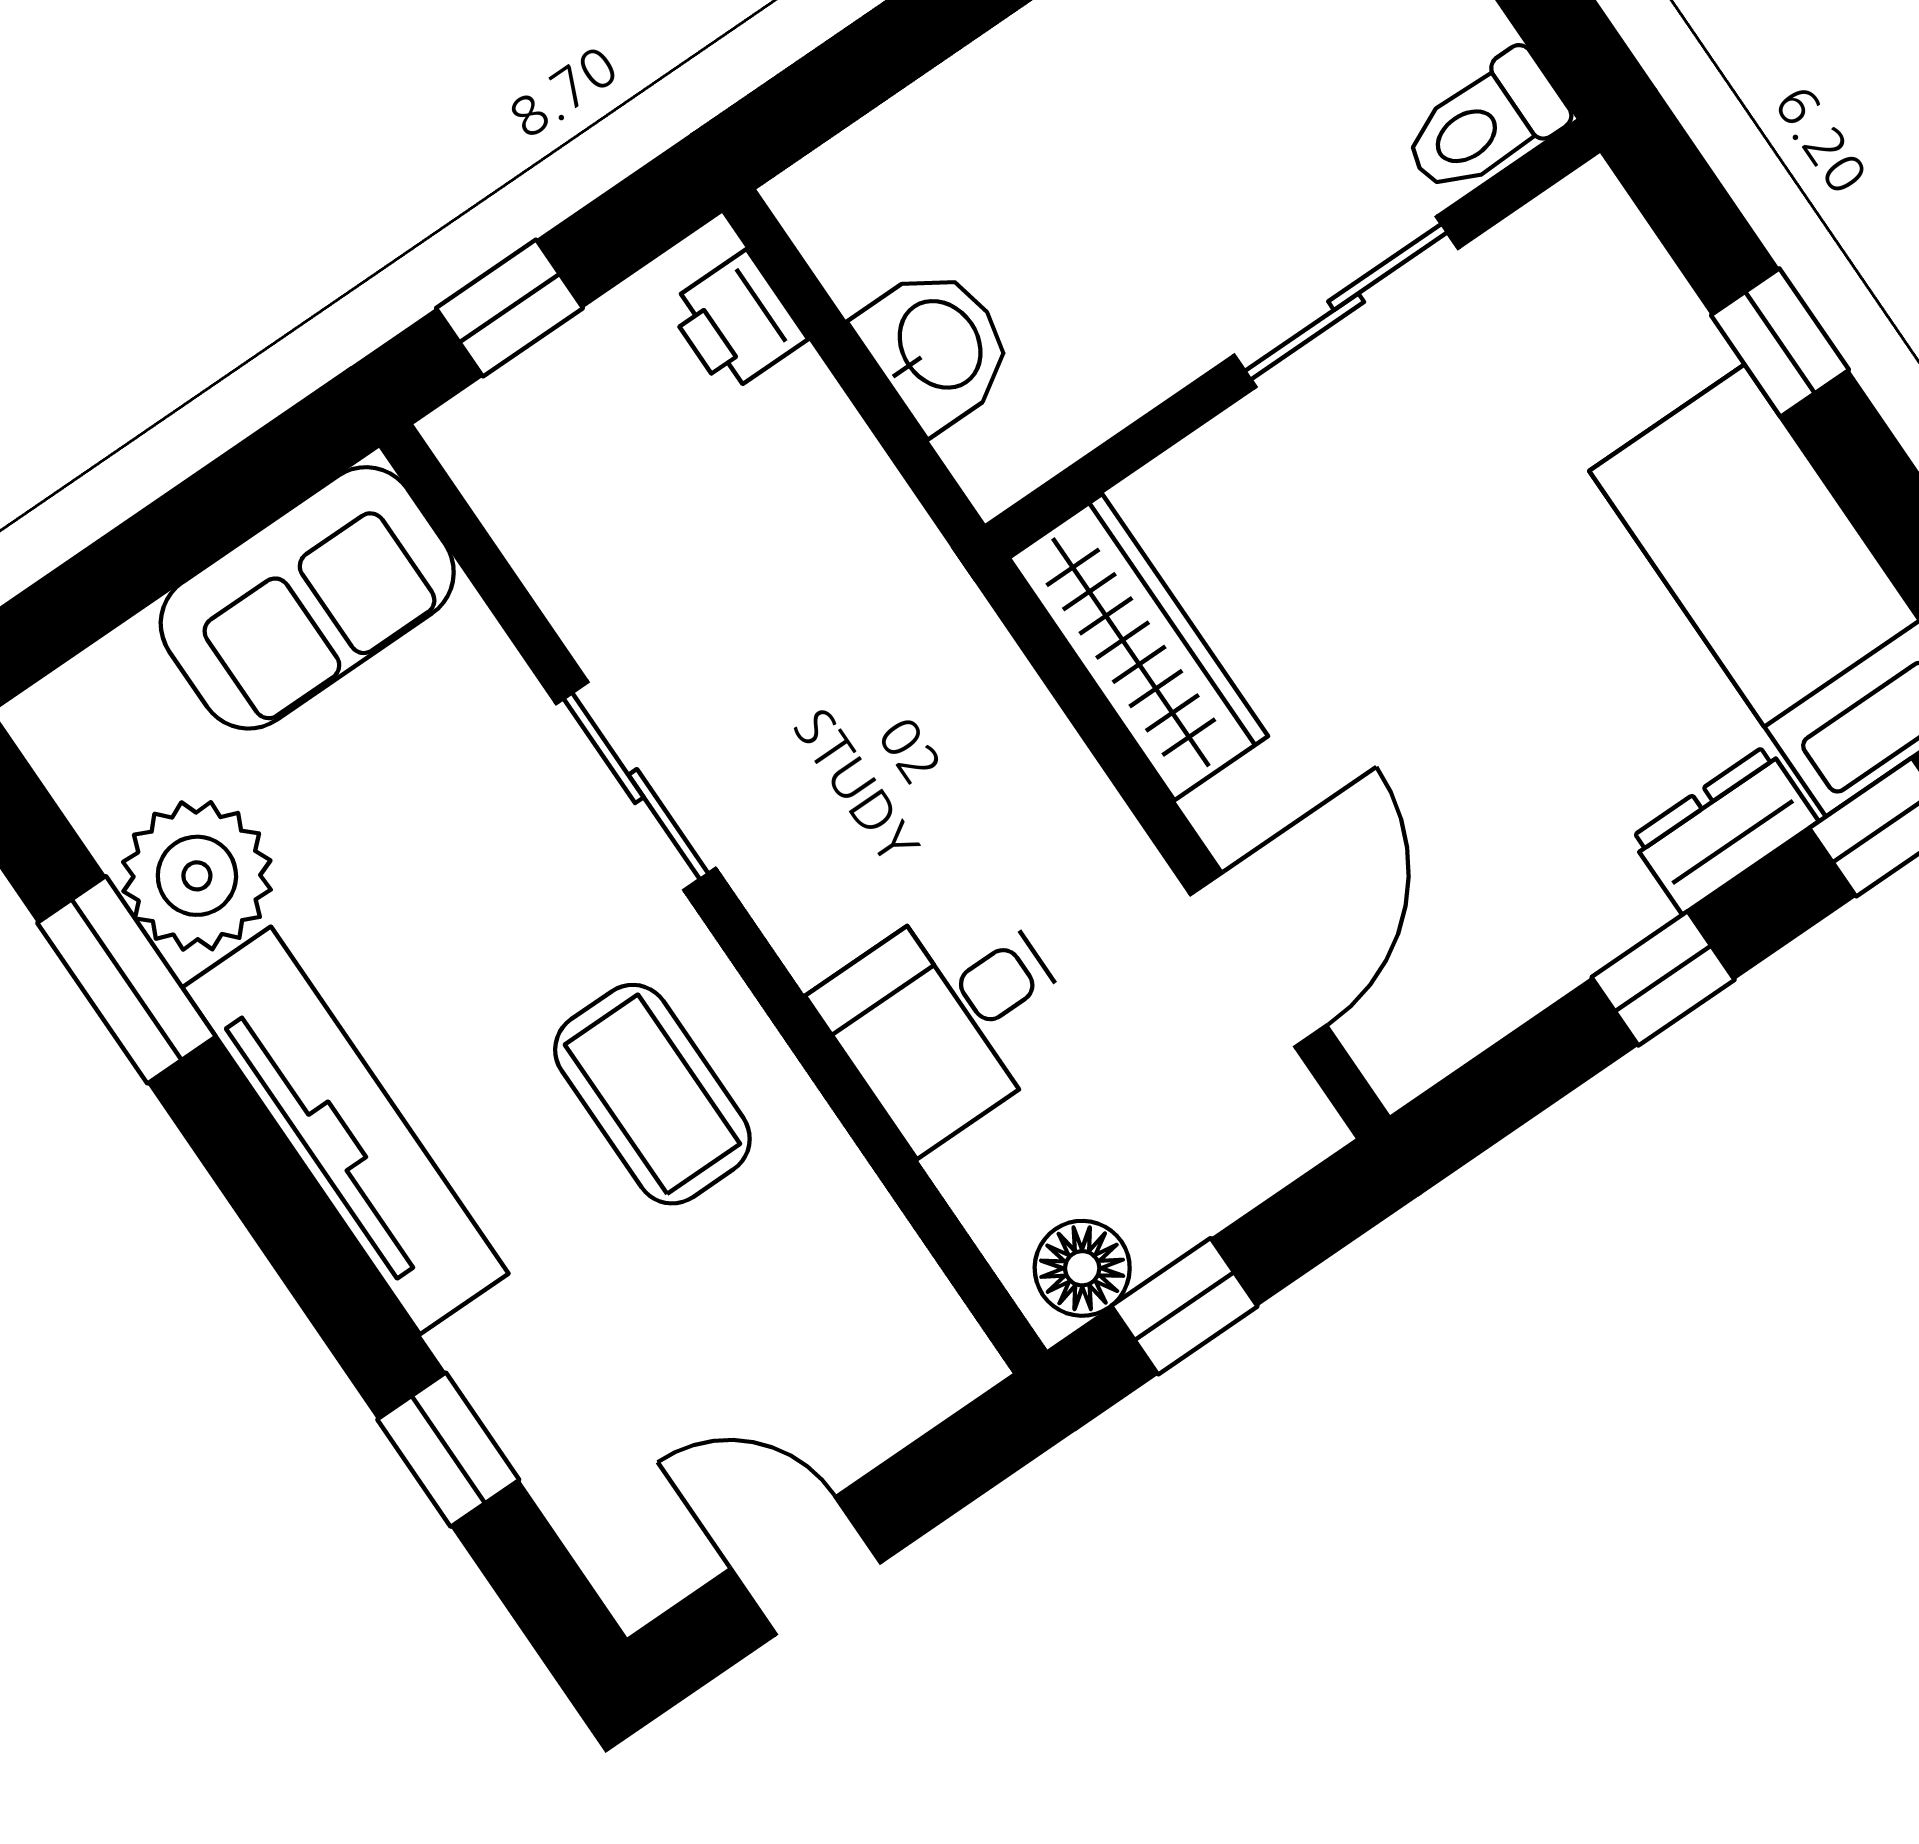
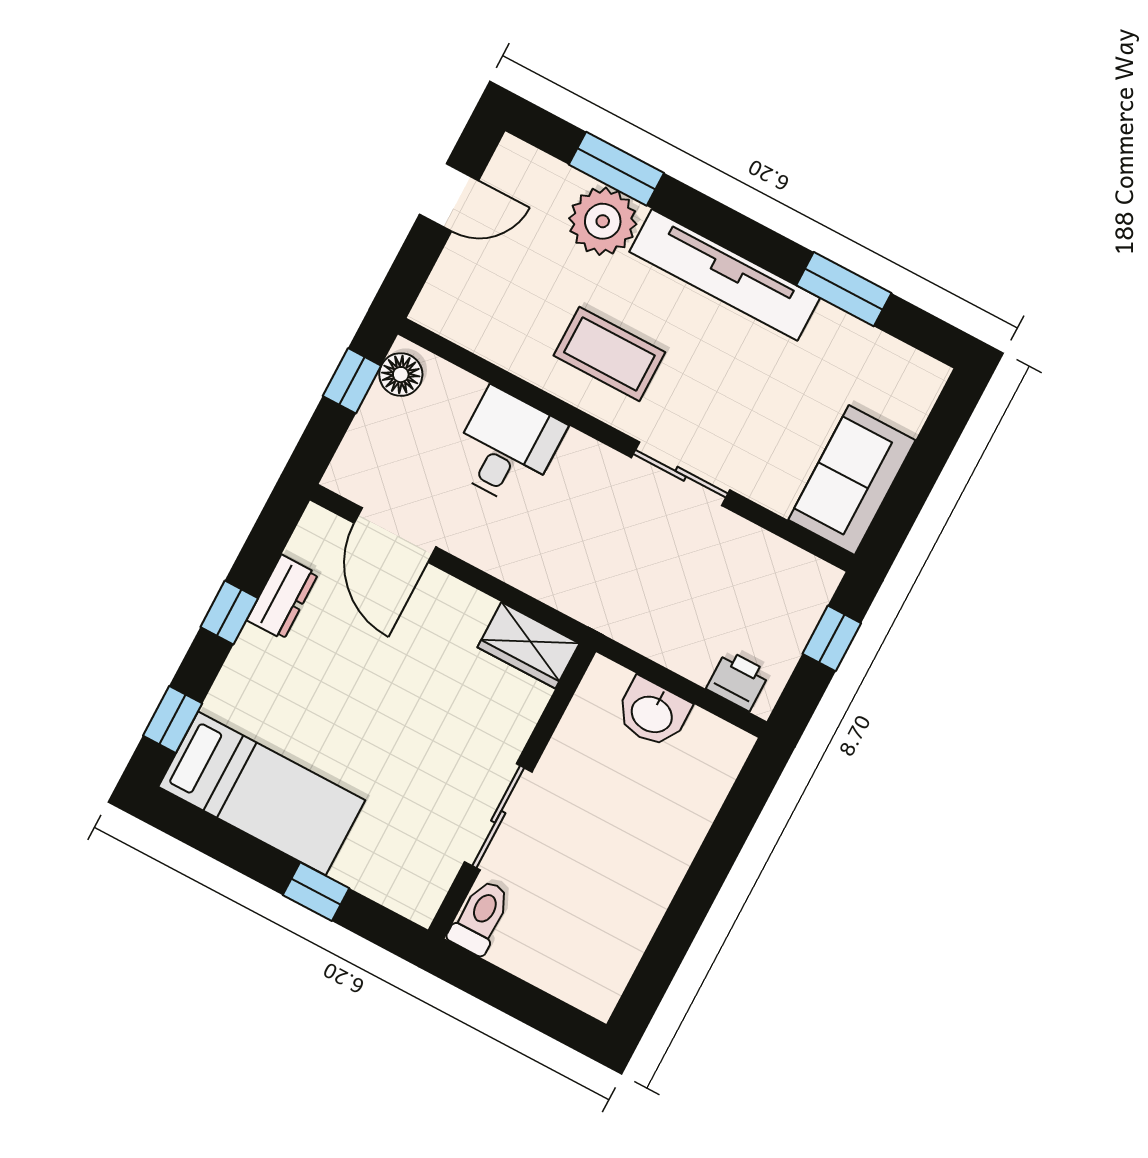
wardrobe: (1138, 647) -> (528, 645), width x0.67
dresser: (1724, 830) -> (282, 597), moved
plant: (197, 876) -> (603, 221), moved
window: (448, 1450) -> (616, 169), width x1.50

